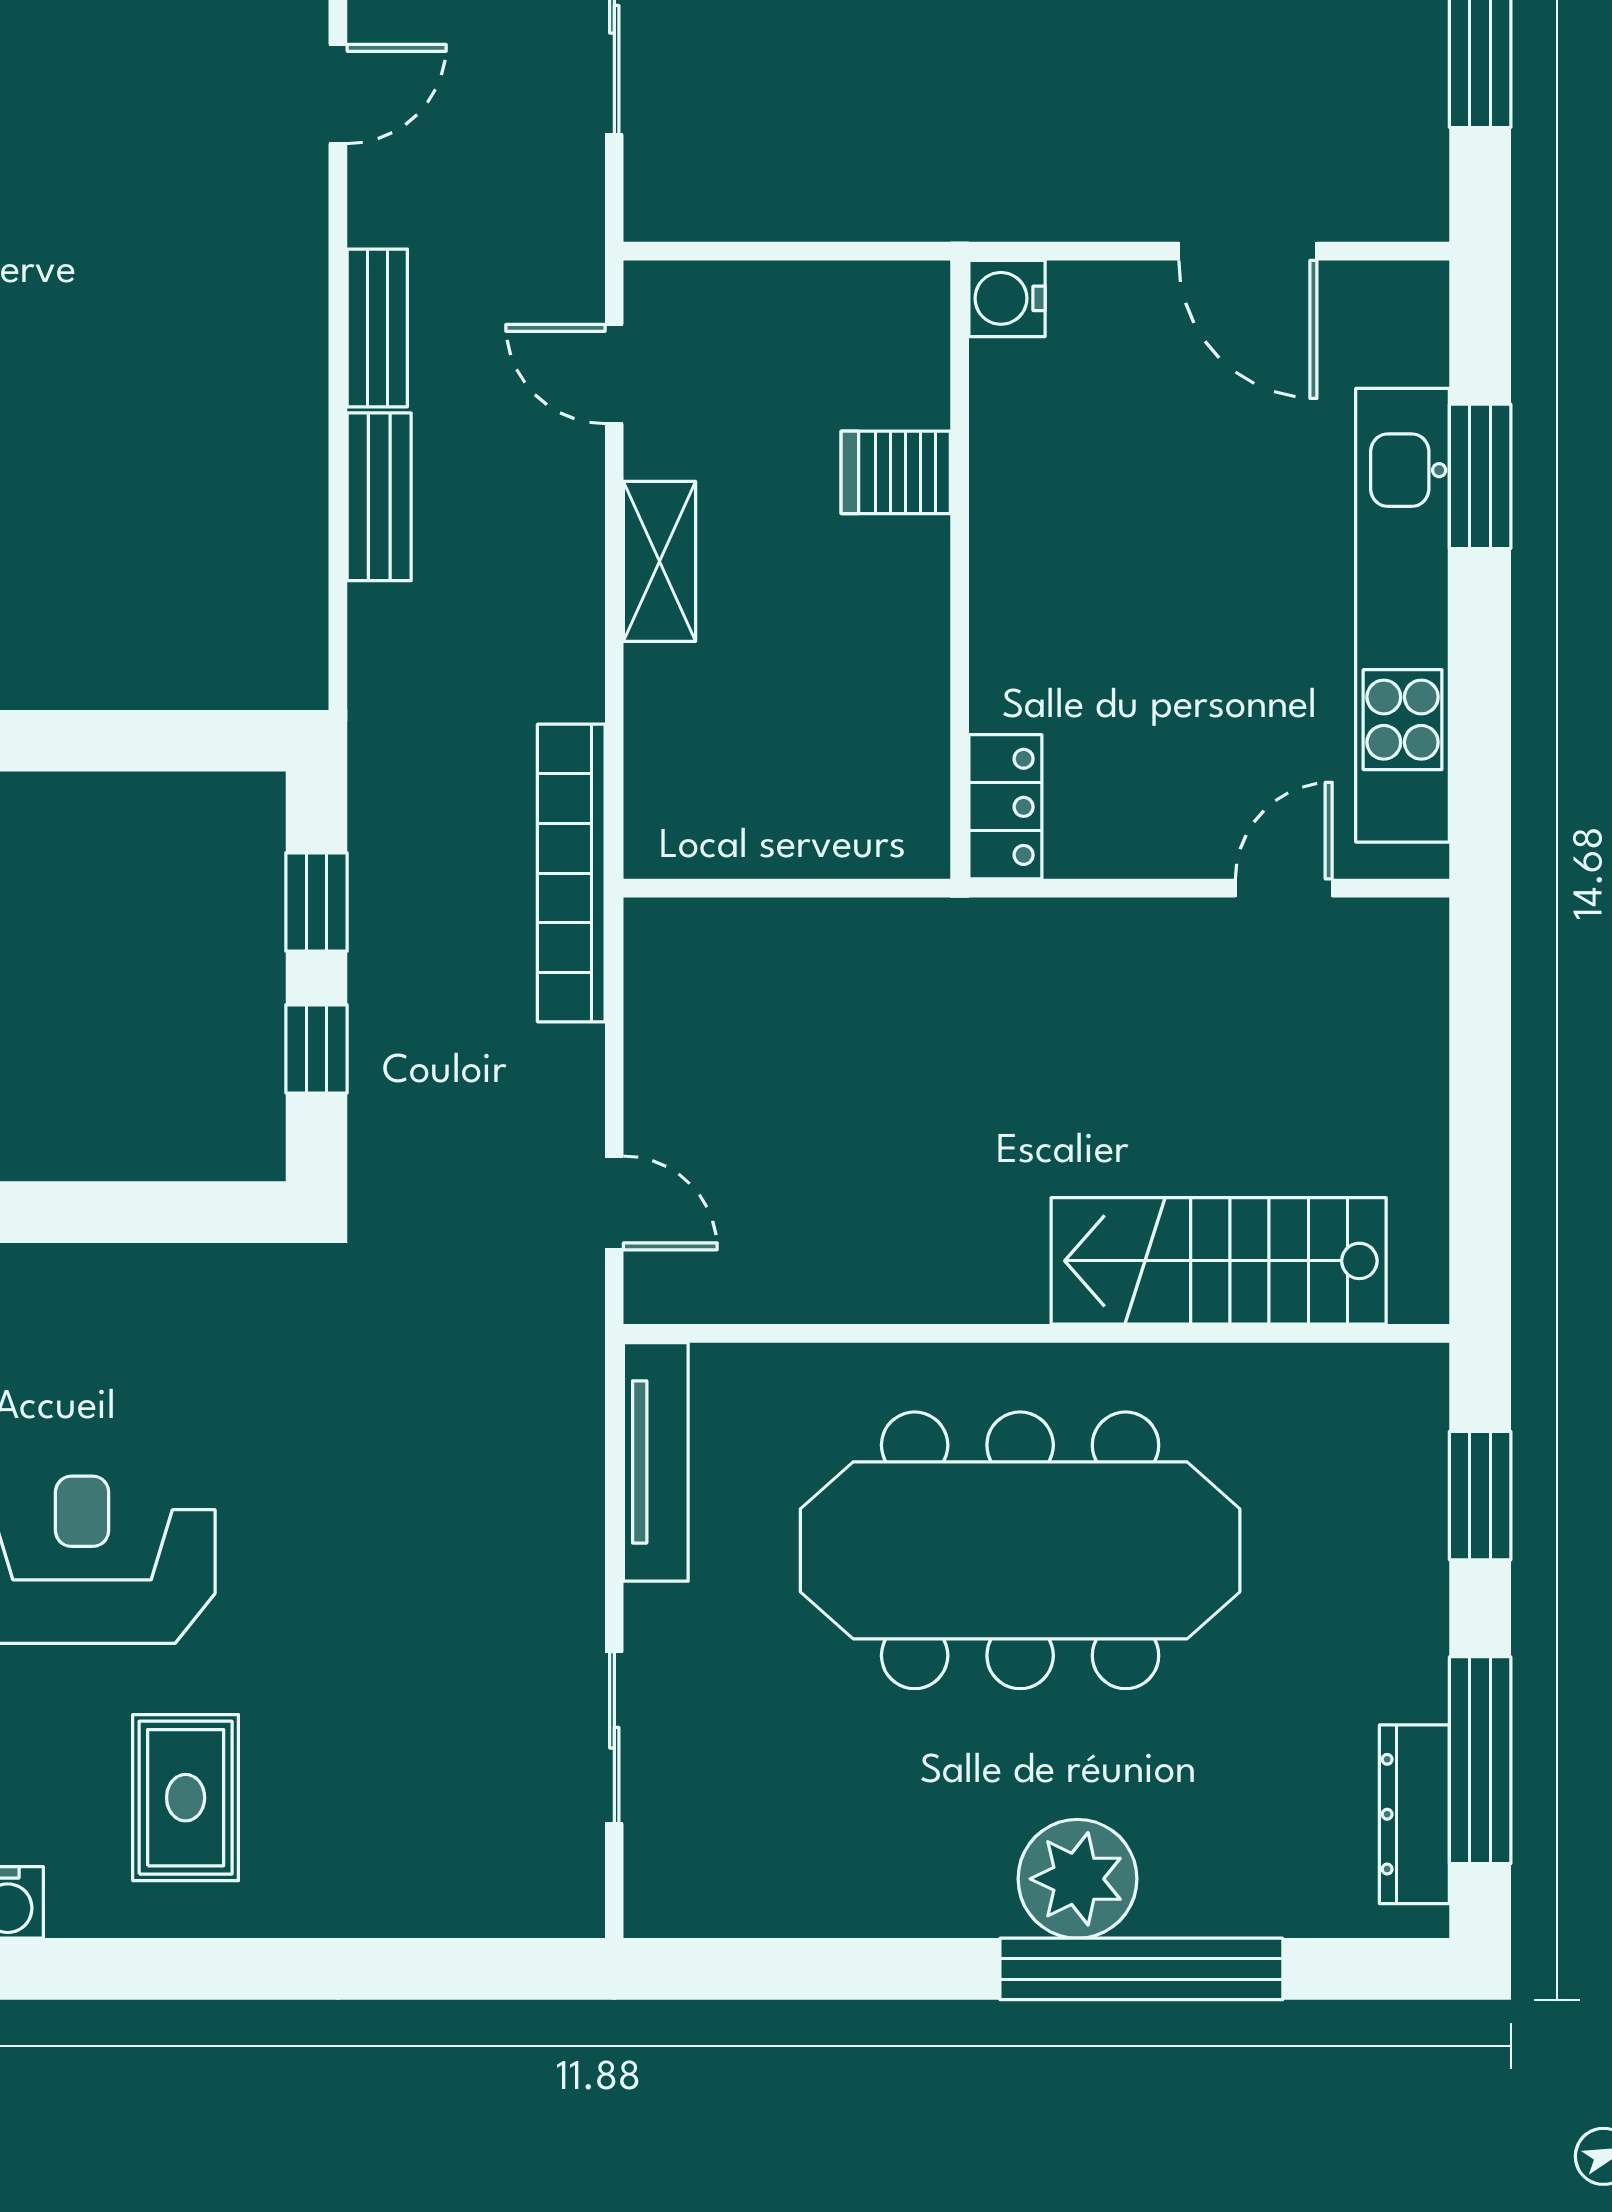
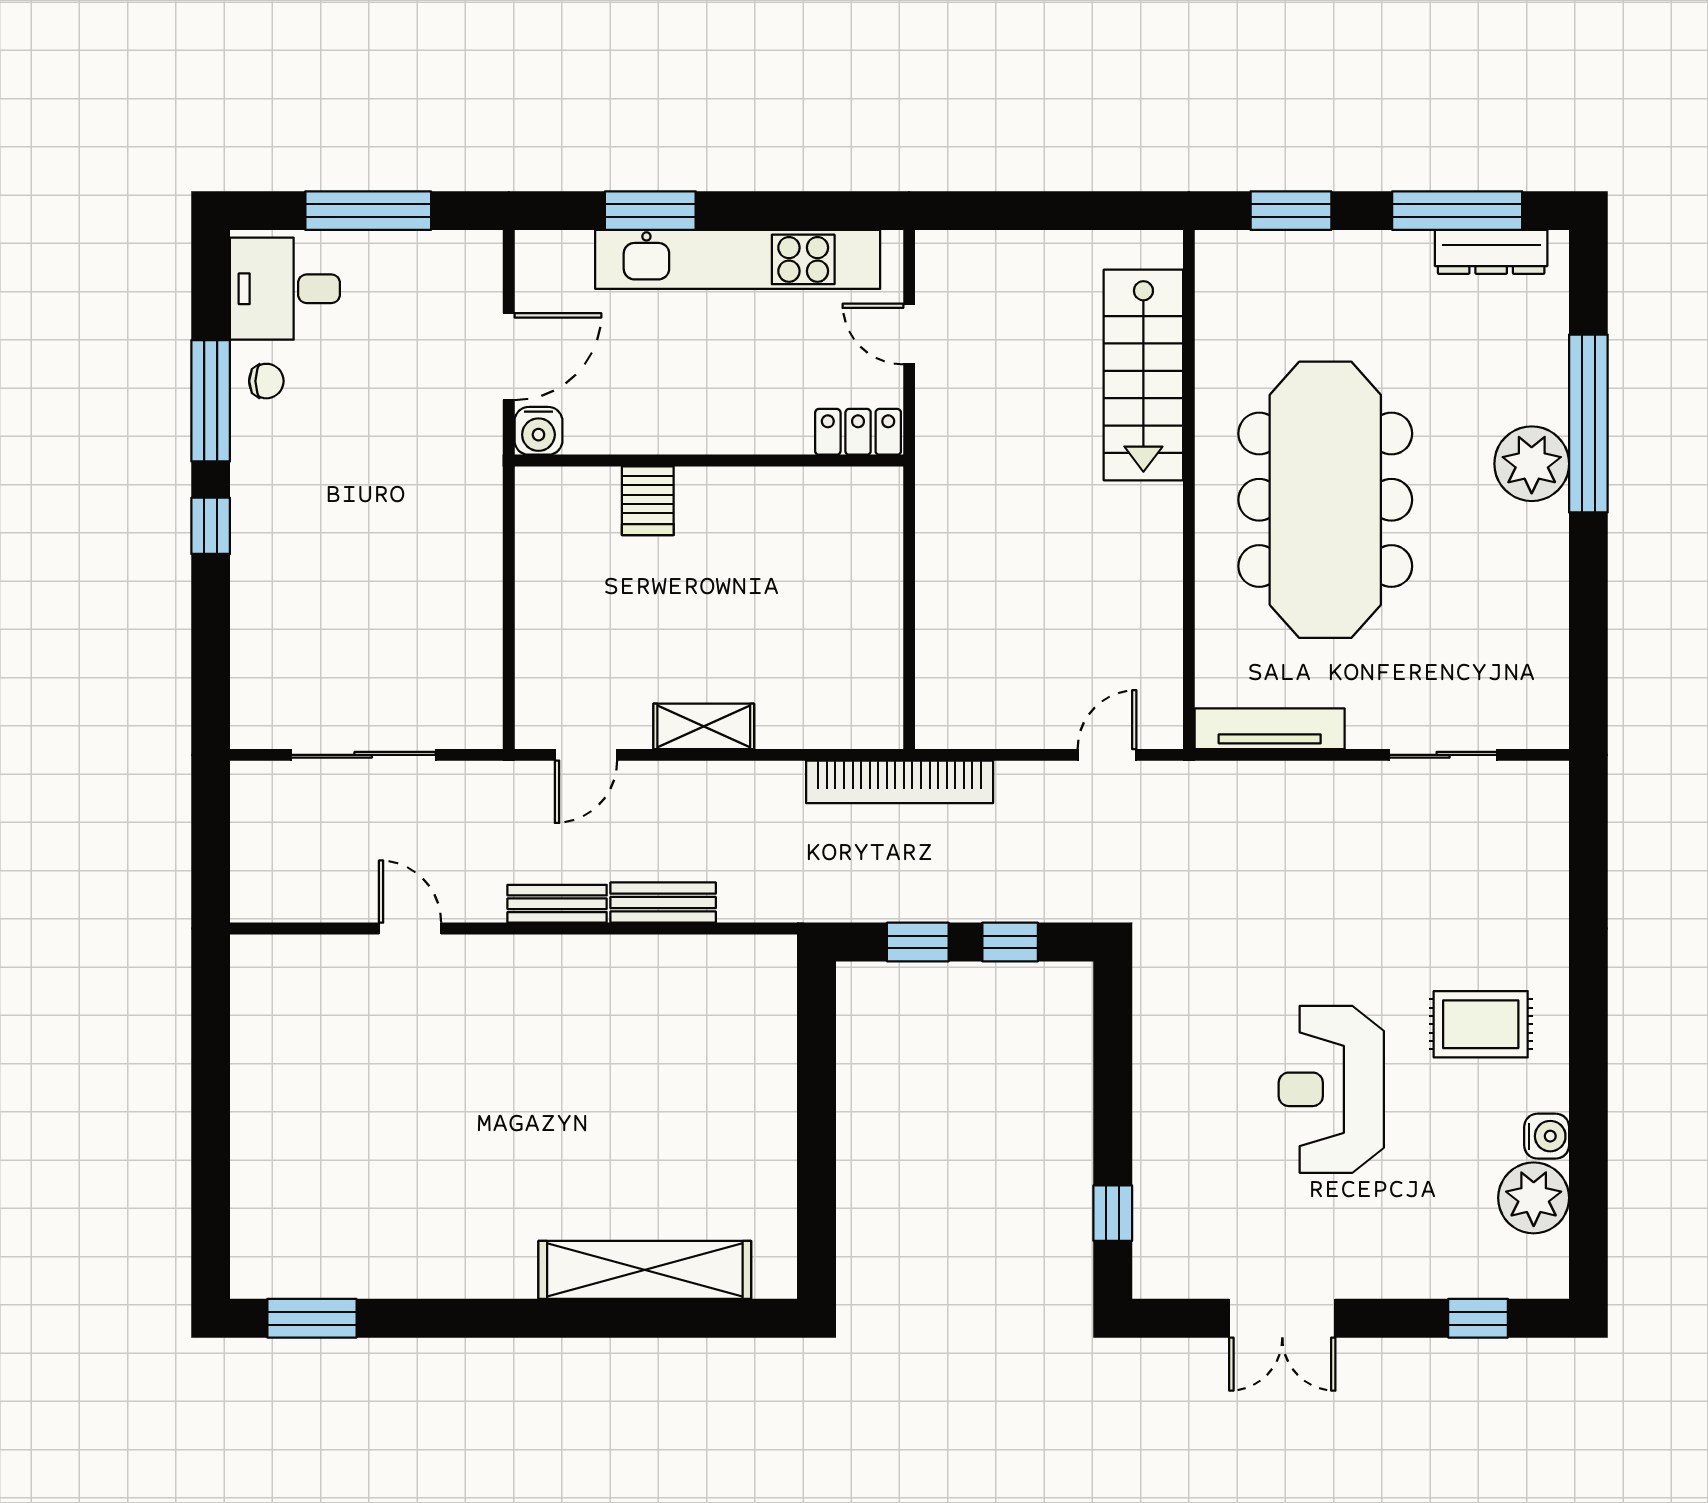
water cooler: (1007, 298) -> (538, 431), moved
server rack: (896, 472) -> (648, 501), moved
wall: (960, 570) -> (709, 461), moved
locker: (1005, 807) -> (858, 432), moved

